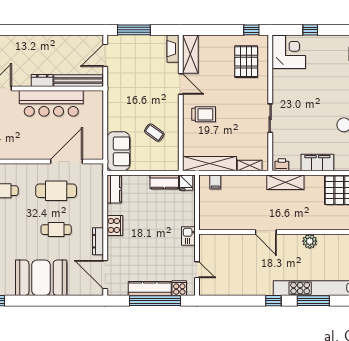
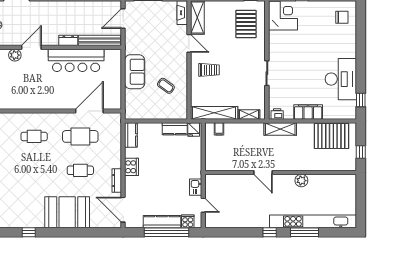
sofa: (118, 151) -> (135, 72), moved
kitchen sink: (188, 236) -> (196, 187), moved

